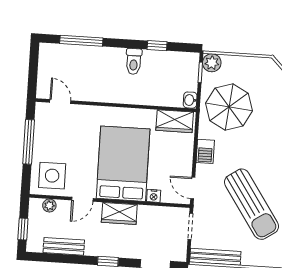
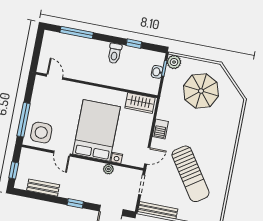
washbasin: (190, 100) -> (157, 72), moved
parasol: (229, 107) -> (201, 91), moved
window: (29, 142) -> (24, 120), moved
door: (193, 188) -> (147, 156), swing flipped
door: (82, 199) -> (62, 154), hinge flipped
plant: (49, 206) -> (108, 169), moved
wardrobe: (119, 213) -> (89, 168), removed

